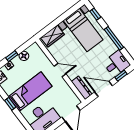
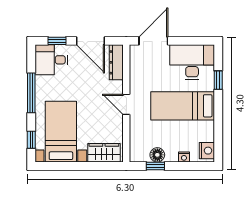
window: (12, 56) -> (155, 166), moved
window: (10, 104) -> (218, 80), moved

